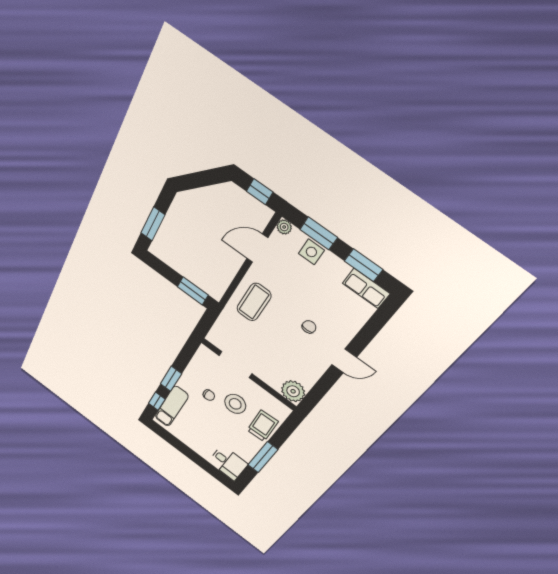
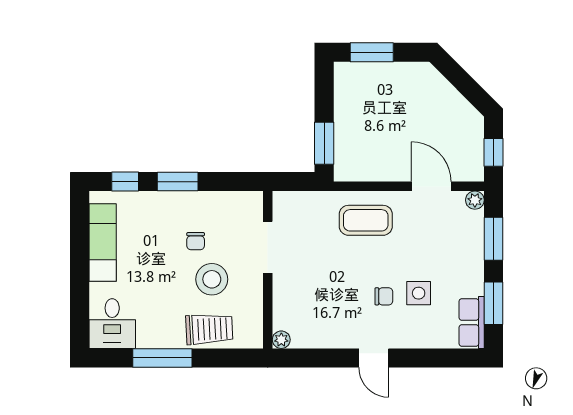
side table: (311, 252) -> (419, 293), moved
plant: (293, 391) -> (281, 340), width x0.53, depth x0.53
exam couch: (172, 406) -> (103, 242), moved, turned -90

